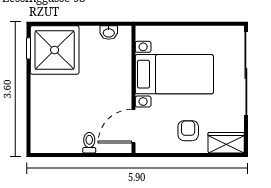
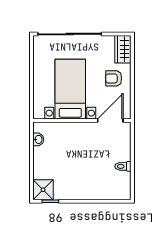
shower: (55, 50) -> (43, 190), width x0.54, depth x0.54
door: (133, 126) -> (110, 121), swing flipped
toilet: (89, 143) -> (123, 166), moved

